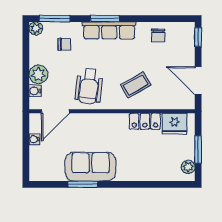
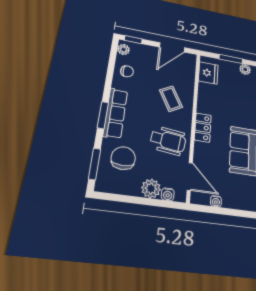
plant: (36, 28) -> (124, 49), moved
chair: (64, 44) -> (123, 158), width x1.87, depth x1.87
locker: (145, 121) -> (203, 128), moved

